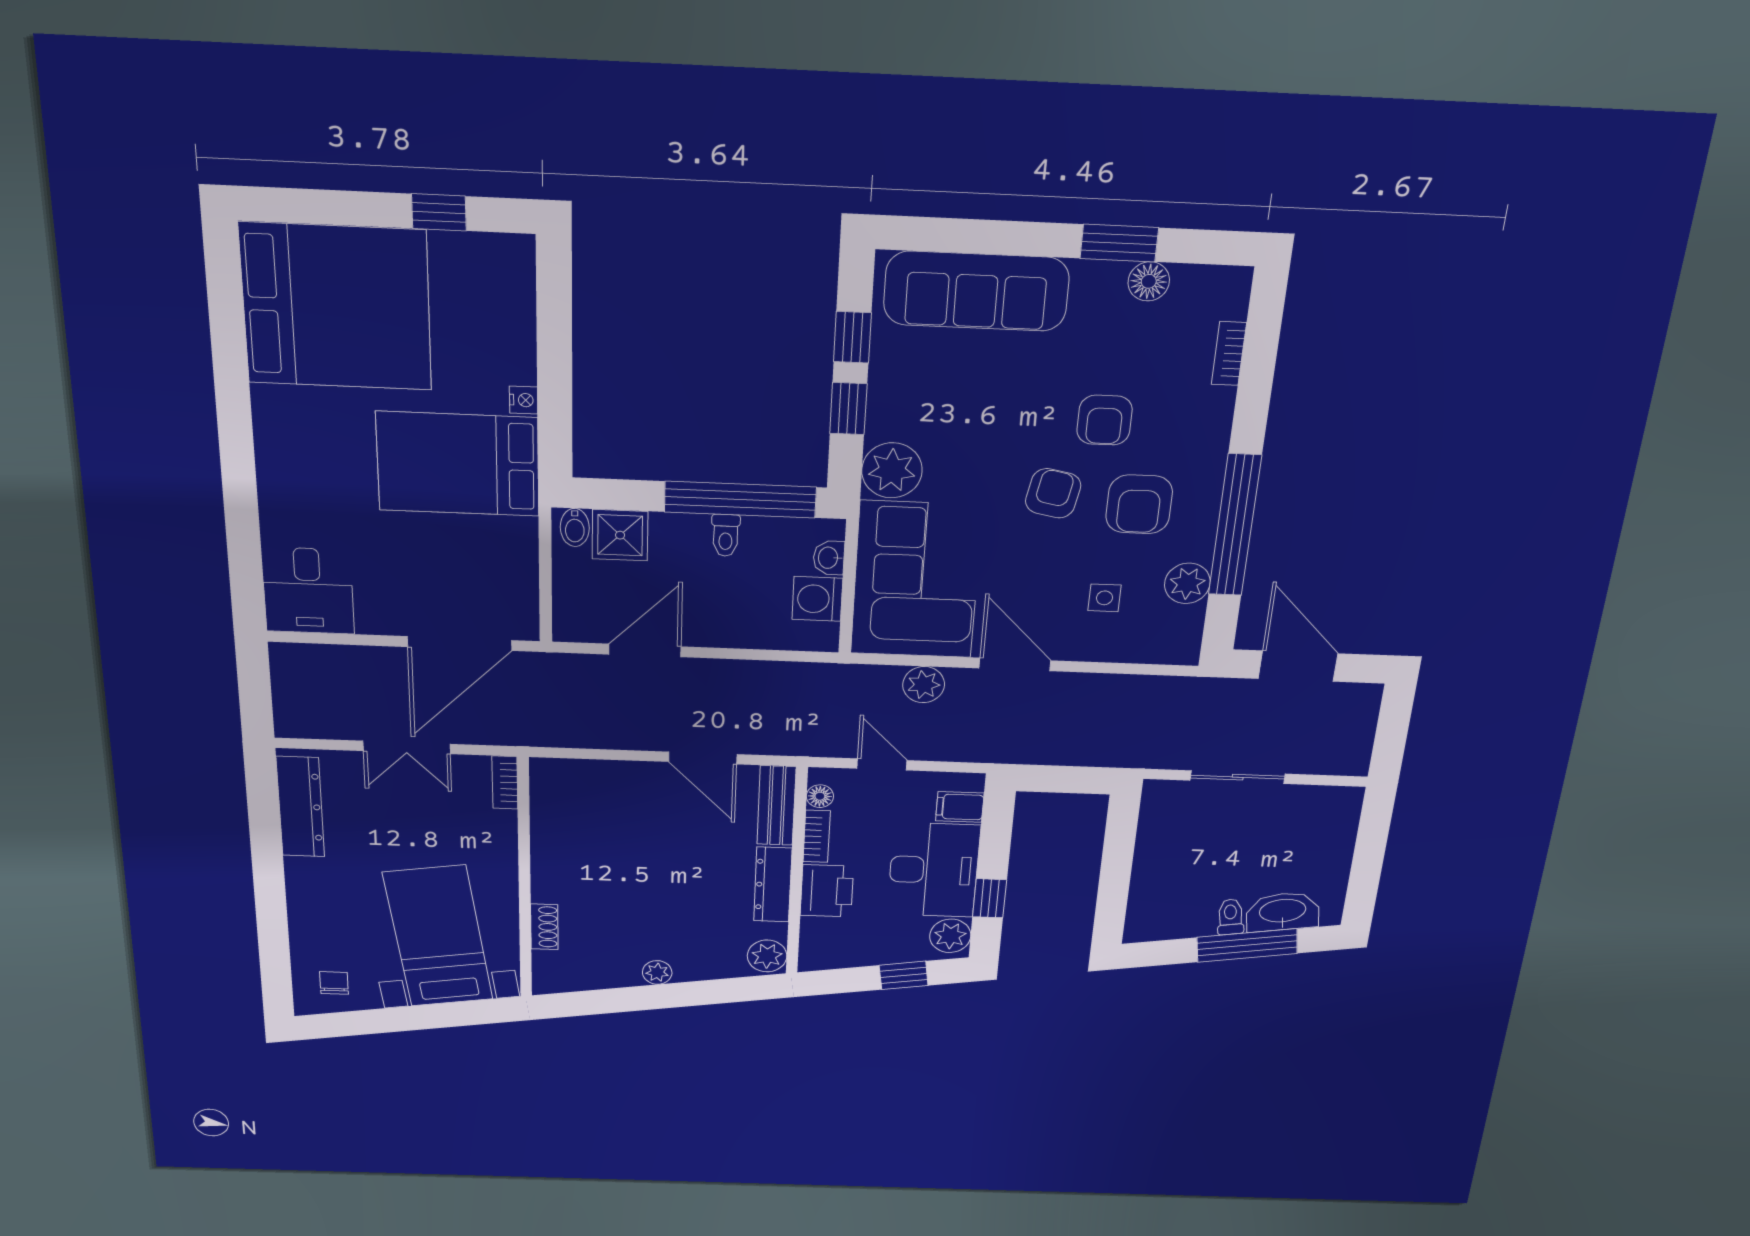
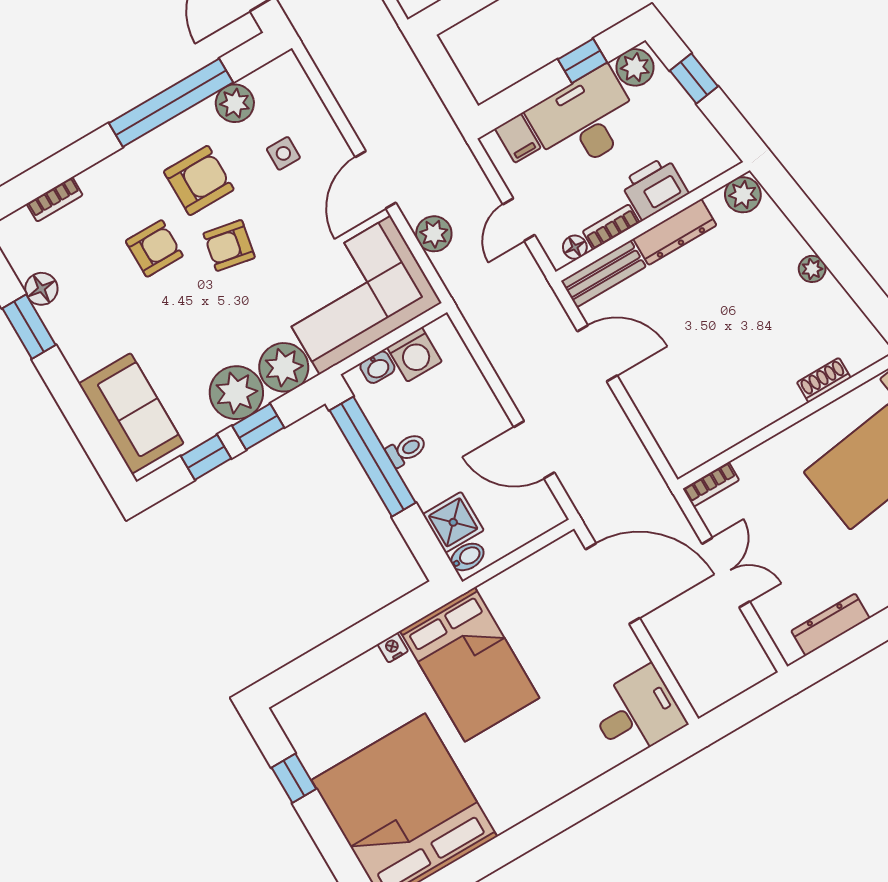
sofa: (976, 291) -> (131, 413), width x0.73
plant: (899, 409) -> (236, 393), added
door: (703, 758) -> (597, 353), hinge flipped
dresser: (300, 807) -> (830, 625), width x0.73, depth x0.80

